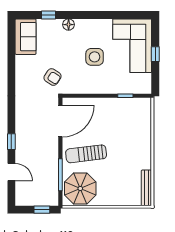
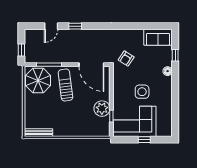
corner sofa: (132, 46) -> (134, 121), moved
plant: (116, 108) -> (102, 109), added

